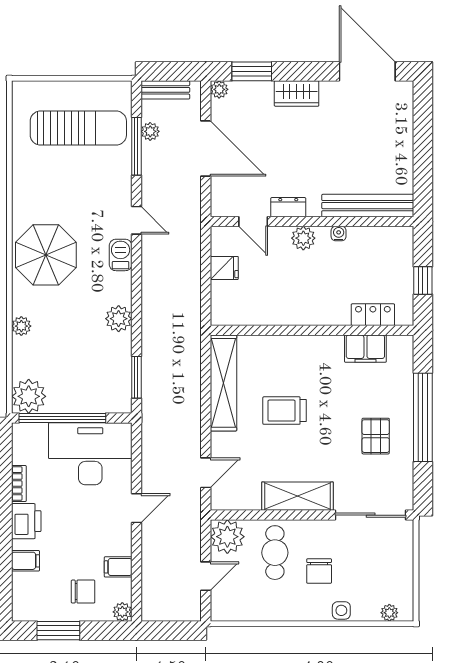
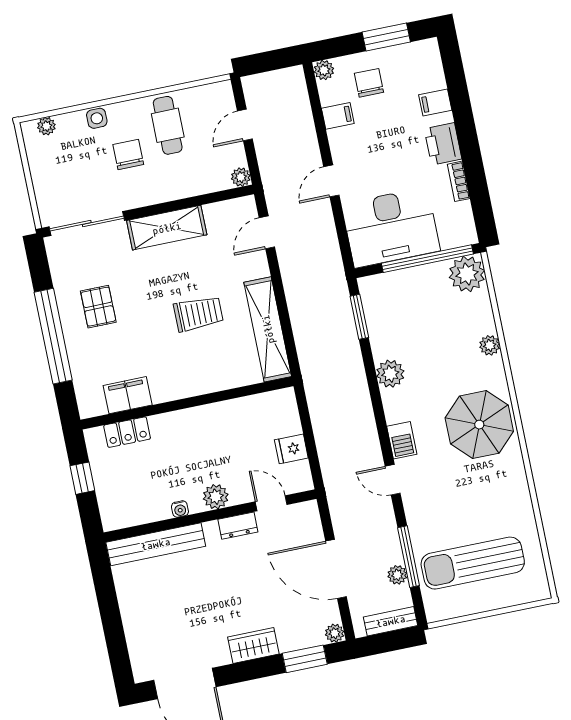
plant: (227, 537) -> (241, 177), width x0.53, depth x0.53
cafe table: (275, 553) -> (168, 125), moved
chair: (83, 592) -> (369, 83), turned 90

